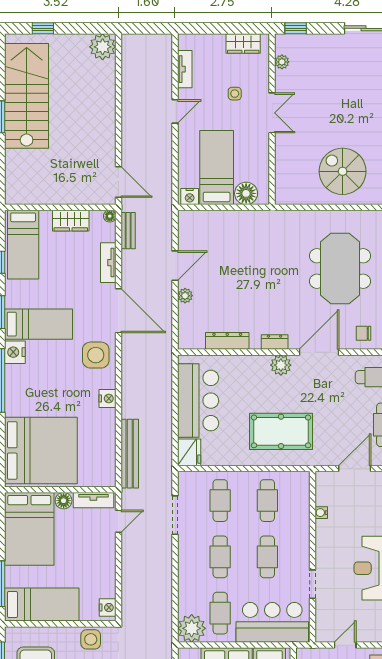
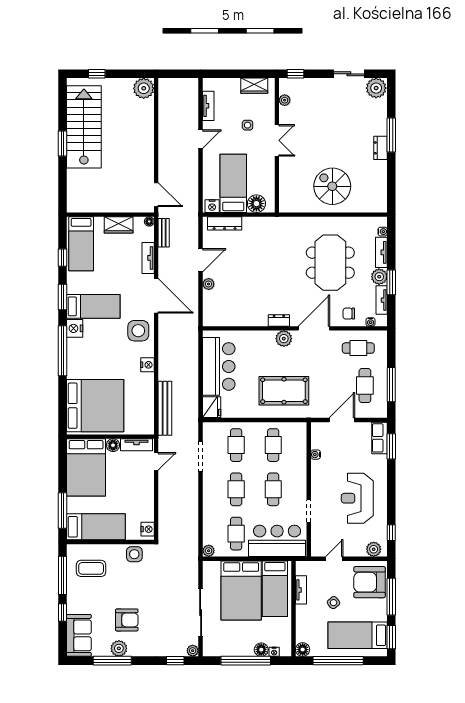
dresser: (227, 341) -> (225, 223), moved, turned 180
plant: (192, 628) -> (209, 551), width x0.53, depth x0.53

